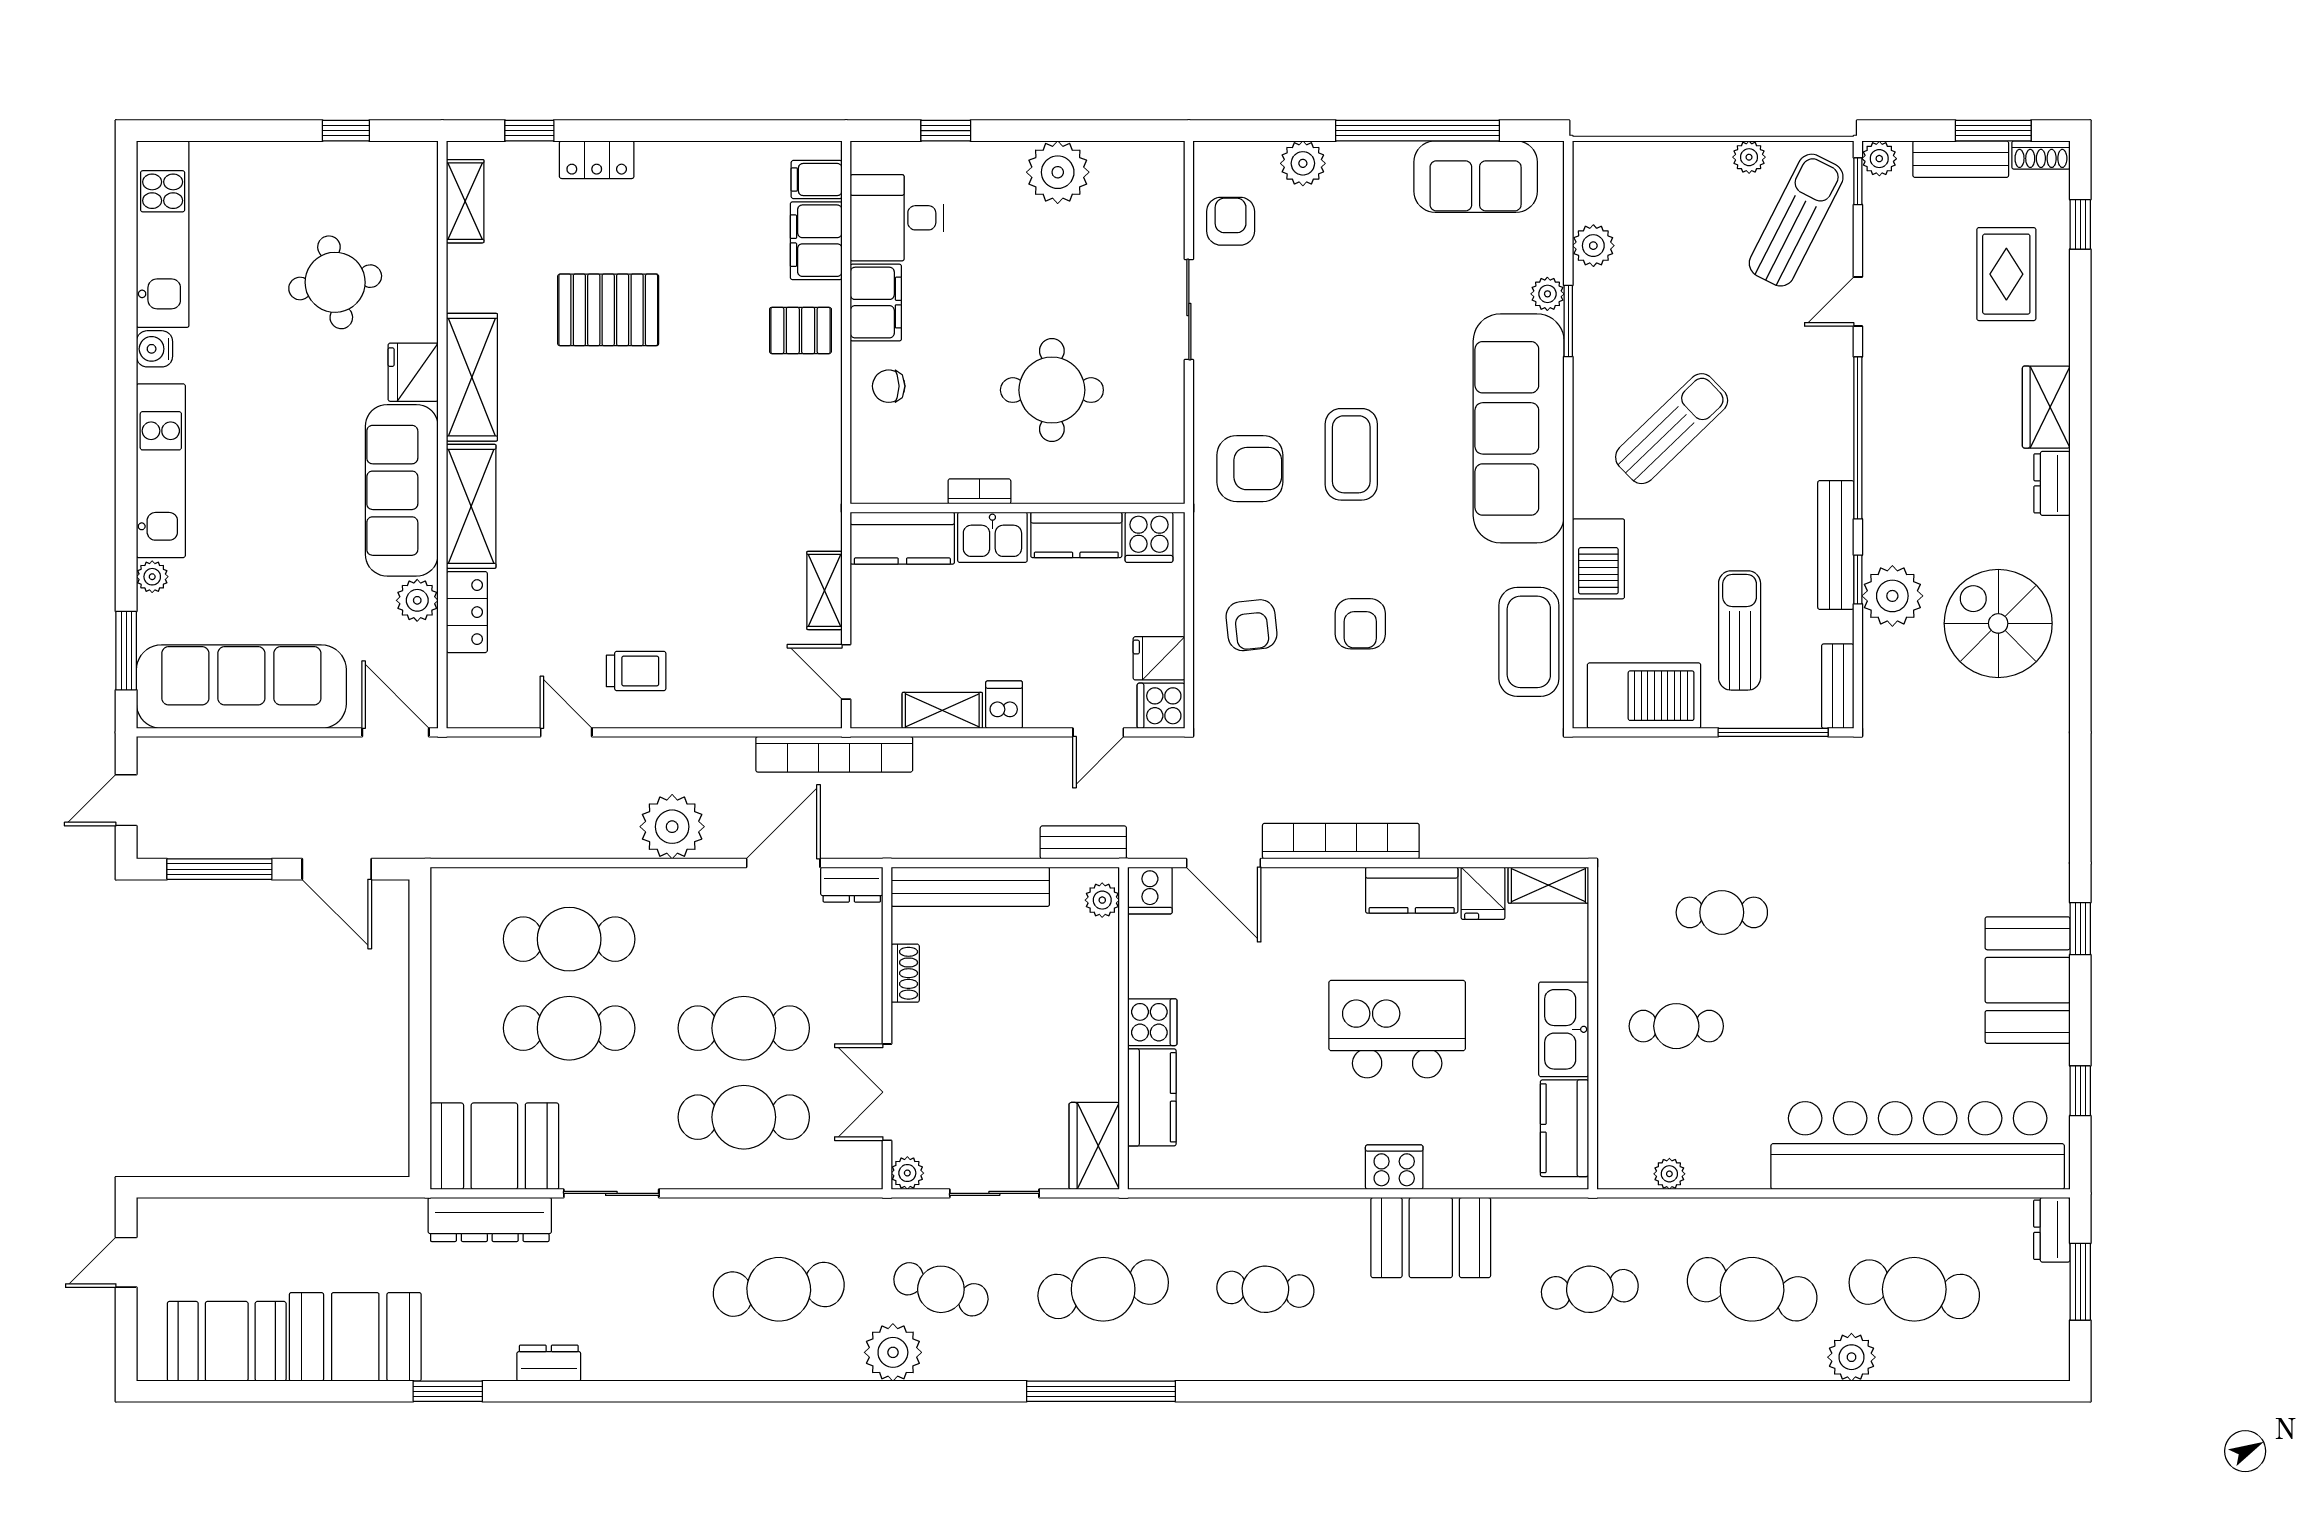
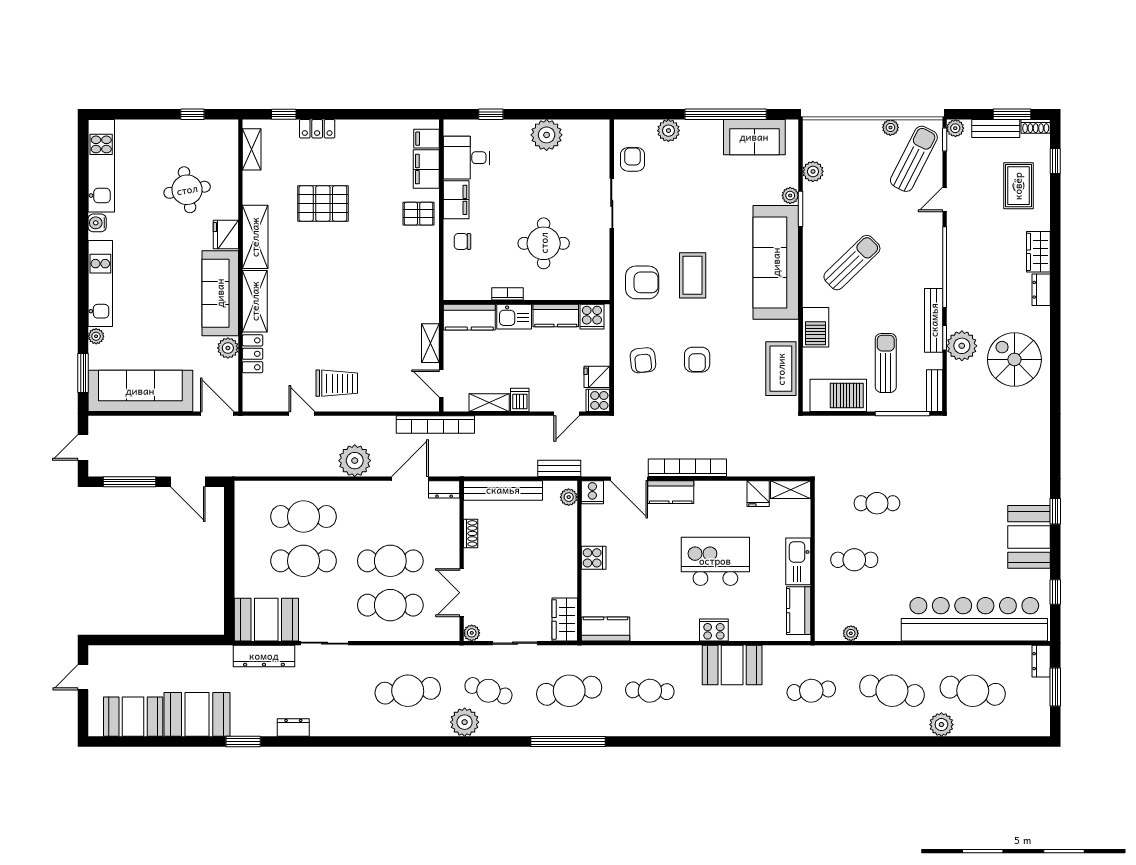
trolley: (636, 671) -> (337, 383), width x1.36, depth x1.39
kitchen counter: (1412, 890) -> (671, 492), moved
kitchen counter: (1152, 1097) -> (605, 629), moved, turned -90

